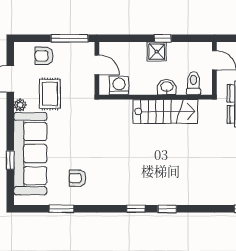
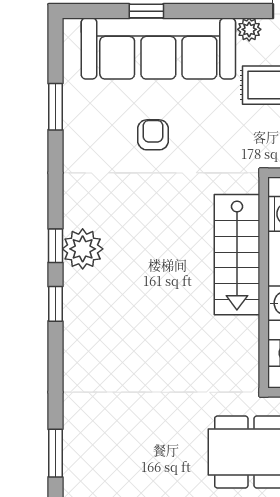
stairs: (165, 111) -> (237, 255), moved
armchair: (78, 178) -> (153, 135), moved
plant: (138, 194) -> (83, 249), added

